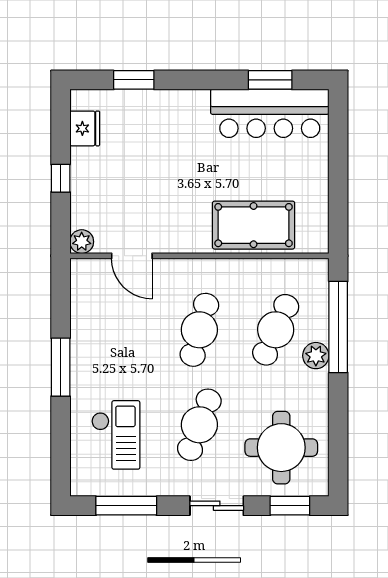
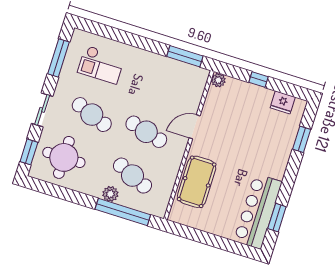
door: (132, 256) -> (195, 127), moved
window: (61, 367) -> (185, 56), moved

